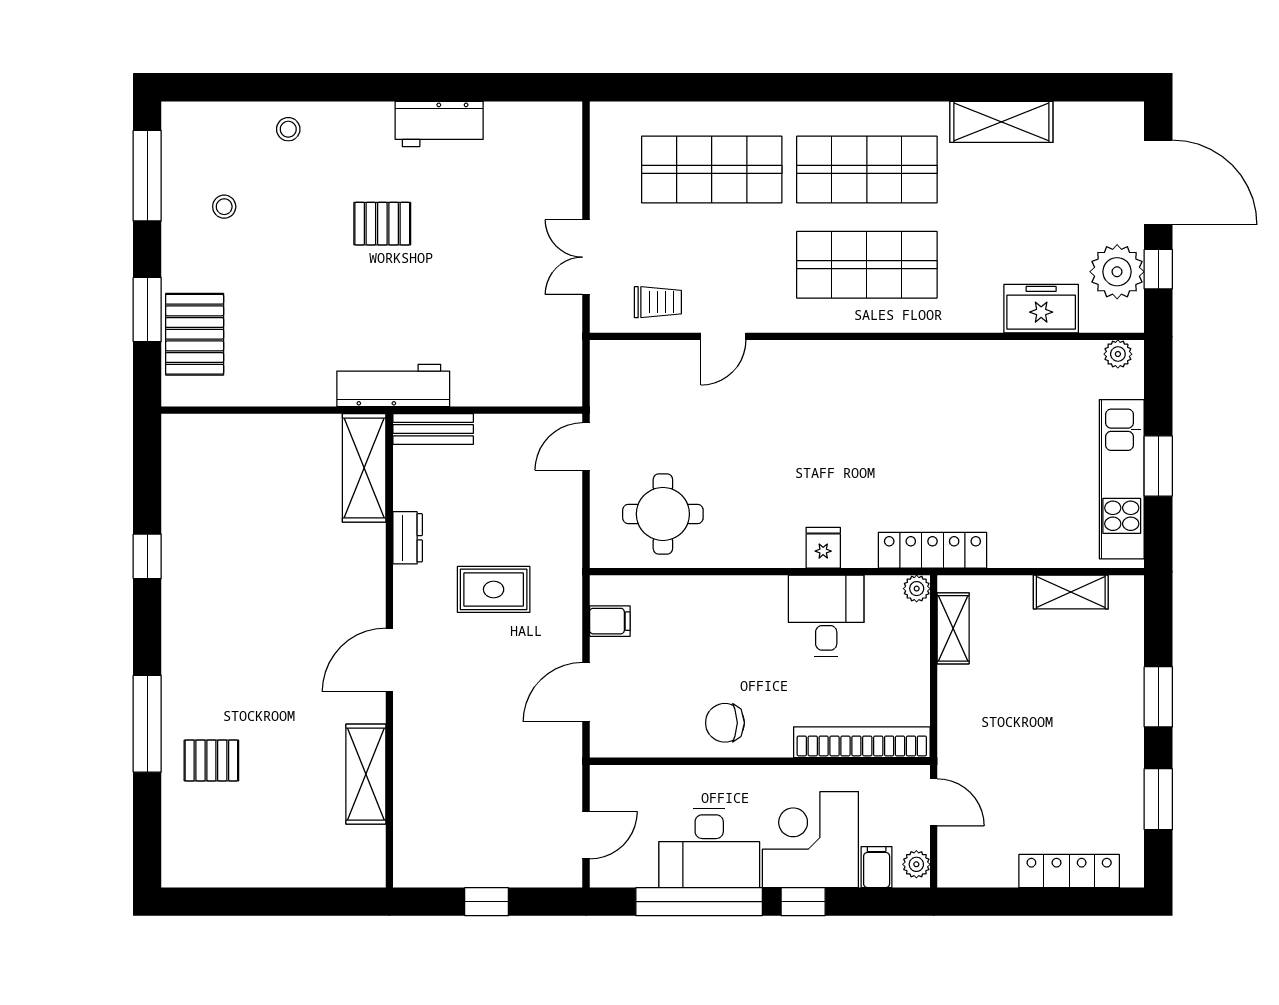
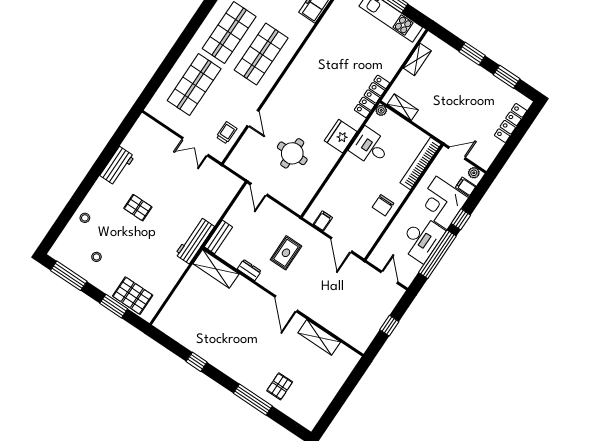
pallet: (382, 224) -> (138, 208), turned 90
round table: (663, 514) -> (292, 153), moved
fridge: (823, 548) -> (341, 136), width x1.88, depth x1.34

